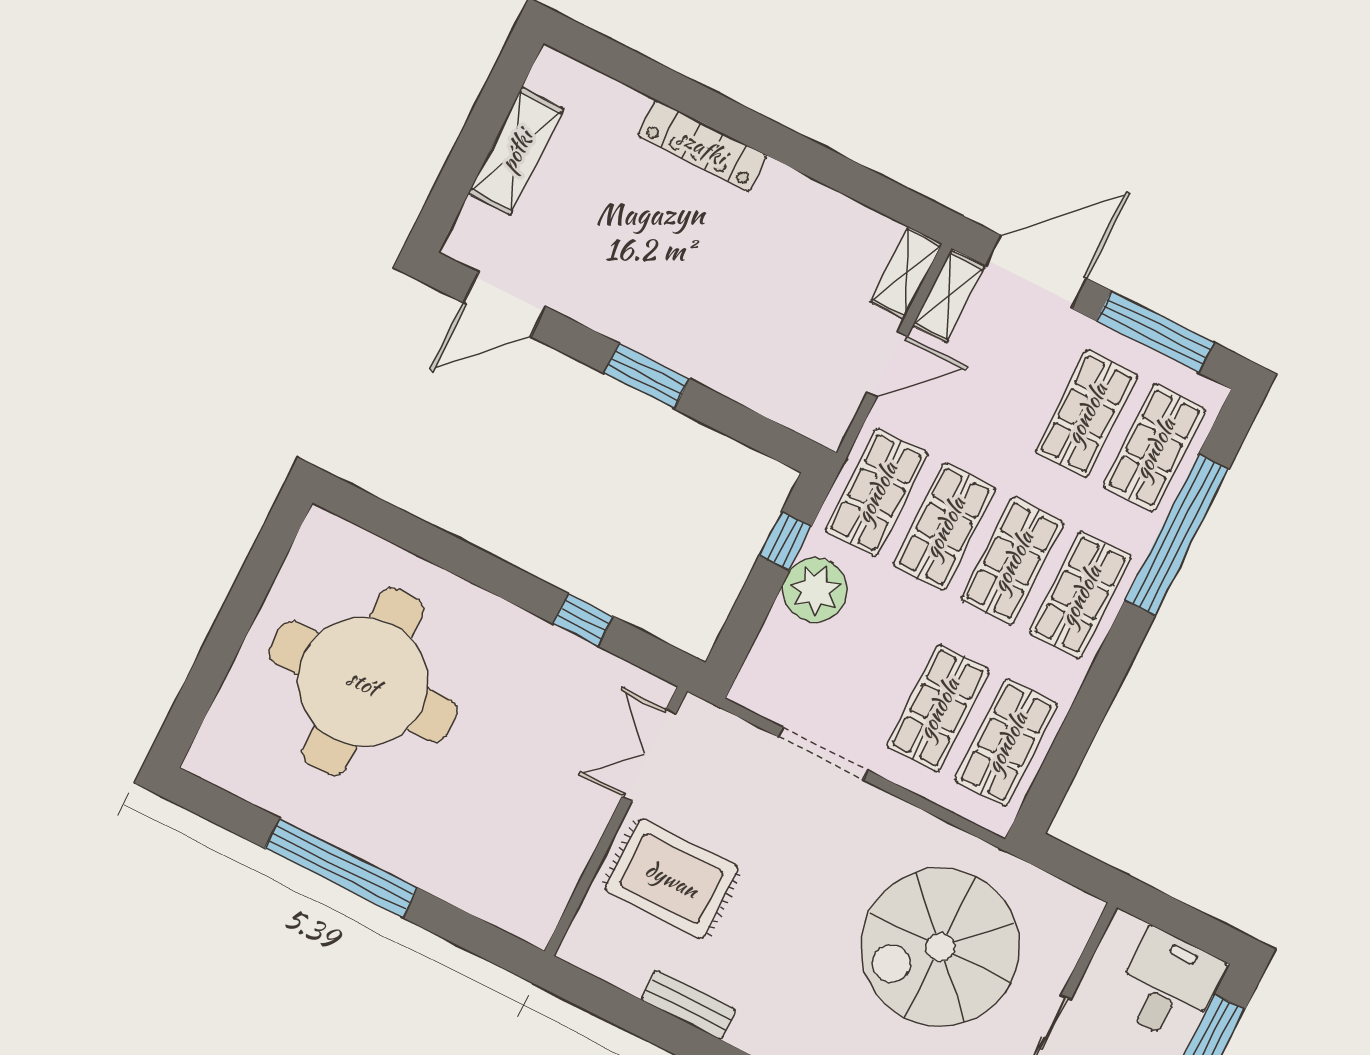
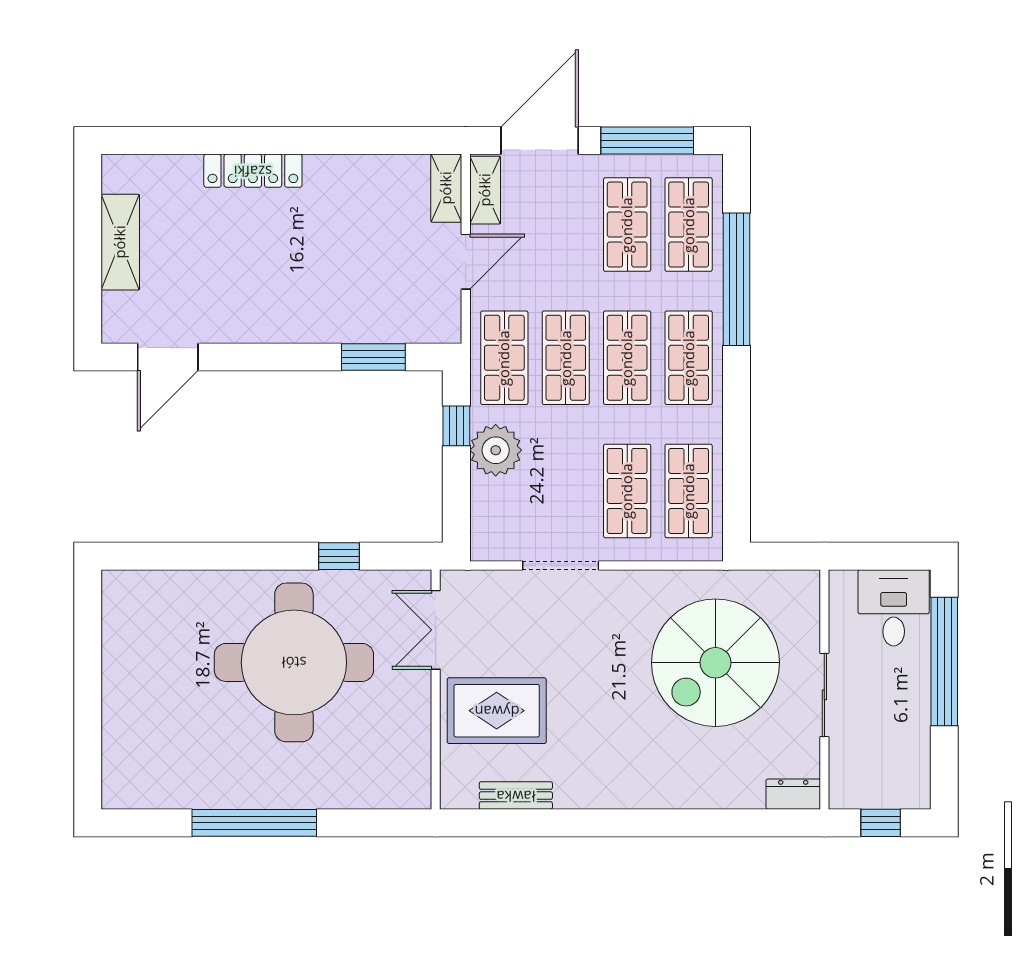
window: (647, 376) -> (373, 357), moved
round table: (363, 682) -> (294, 662), moved
bench: (688, 1005) -> (516, 796), moved

